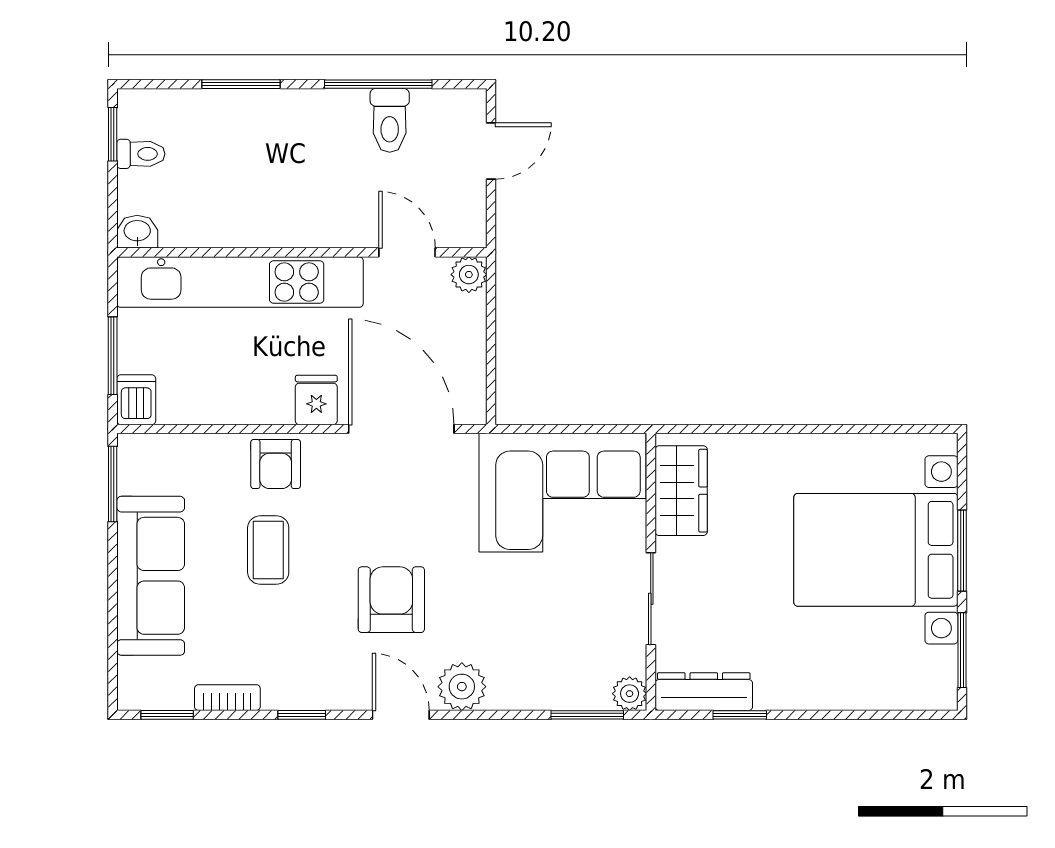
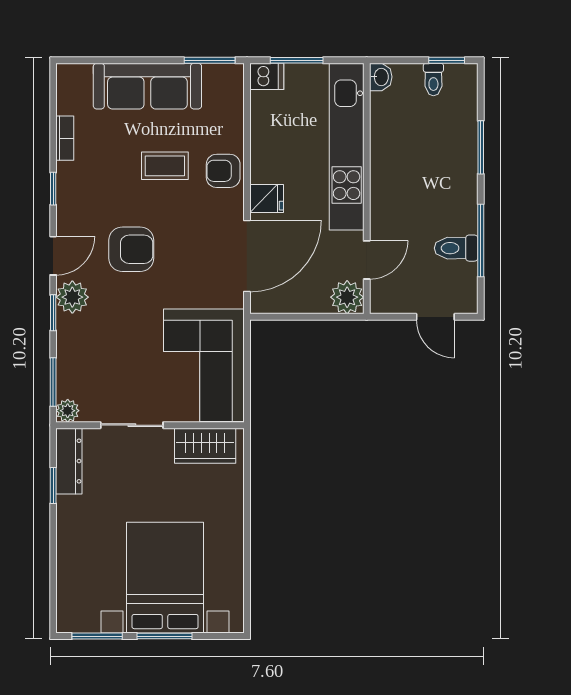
plant: (469, 275) -> (347, 297), width x1.38, depth x1.38
window: (167, 715) -> (53, 313), moved

